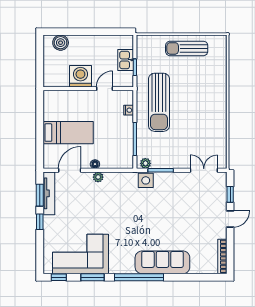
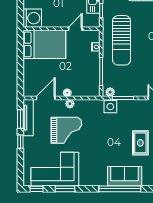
washing machine: (80, 76) -> (32, 18), moved, turned 90
bed: (68, 133) -> (44, 44), moved, width x1.50
grand piano: (94, 208) -> (66, 130), added
rug: (181, 223) -> (140, 143), added
sofa: (162, 262) -> (125, 176), width x0.73
window: (139, 277) -> (120, 189), moved

